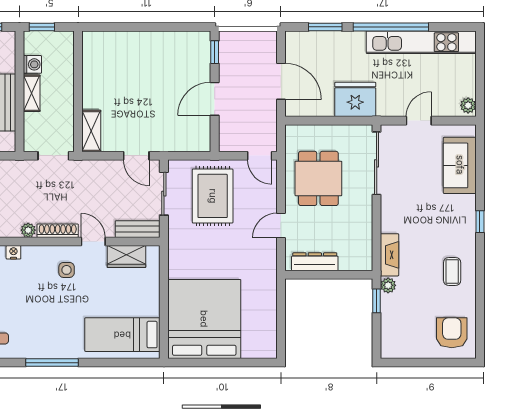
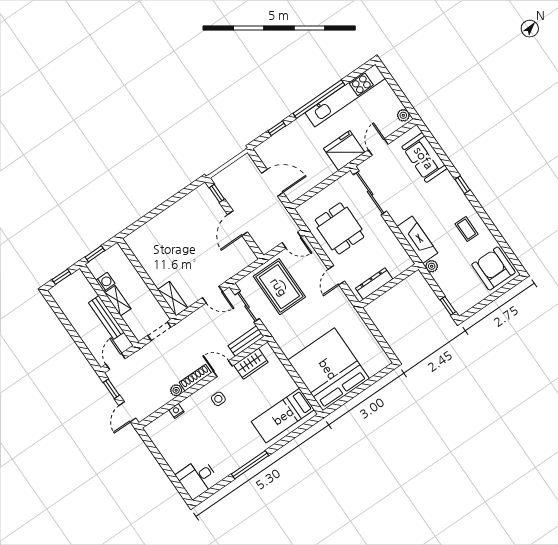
window: (325, 27) -> (277, 128), width x0.67
fridge: (355, 99) -> (344, 150), moved
fireplace: (389, 255) -> (417, 240), width x1.37, depth x1.32
window: (377, 301) -> (448, 306), moved
armchair: (452, 333) -> (493, 269), width x1.36, depth x1.36

